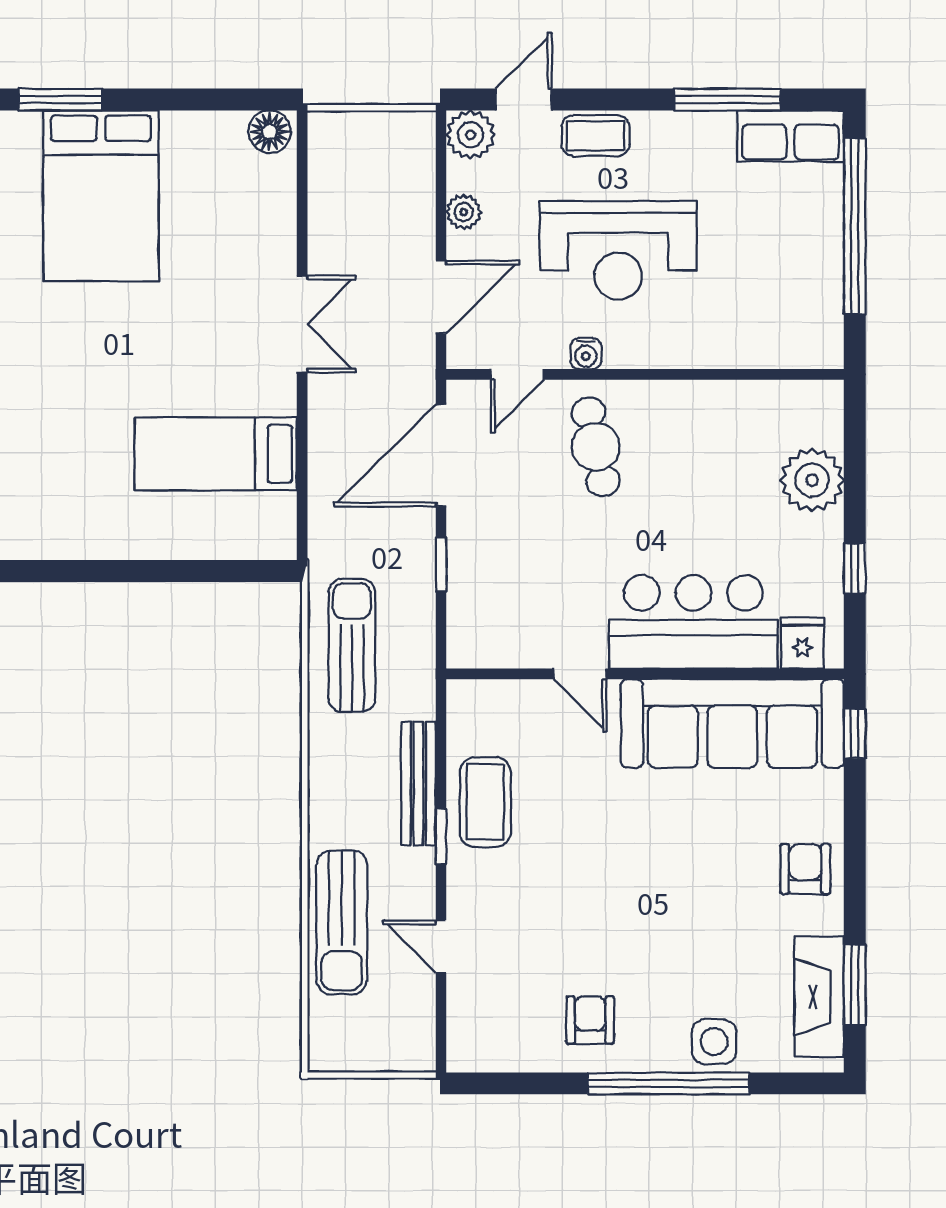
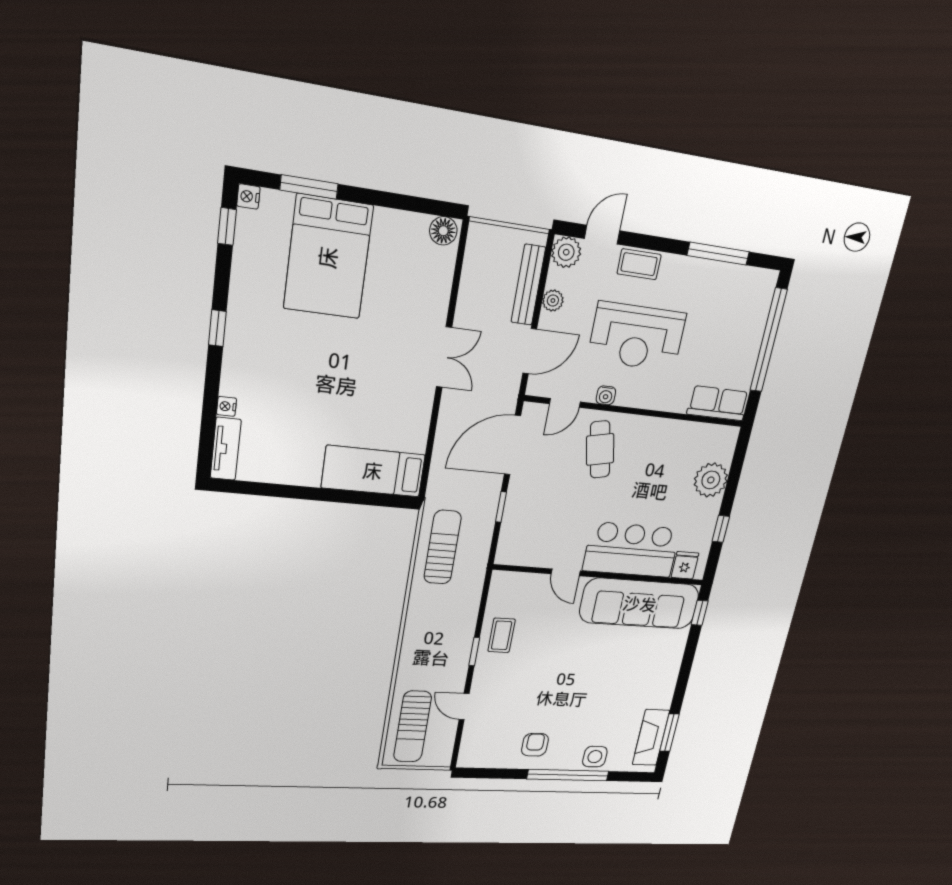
row of seats: (791, 136) -> (718, 403), moved, turned 180
bed: (216, 454) -> (373, 471), moved
bench: (418, 783) -> (528, 285), moved
coffee table: (485, 802) -> (502, 635), width x0.73, depth x0.77
armchair: (805, 869) -> (659, 677), removed
sun lounger: (342, 922) -> (413, 727), moved

